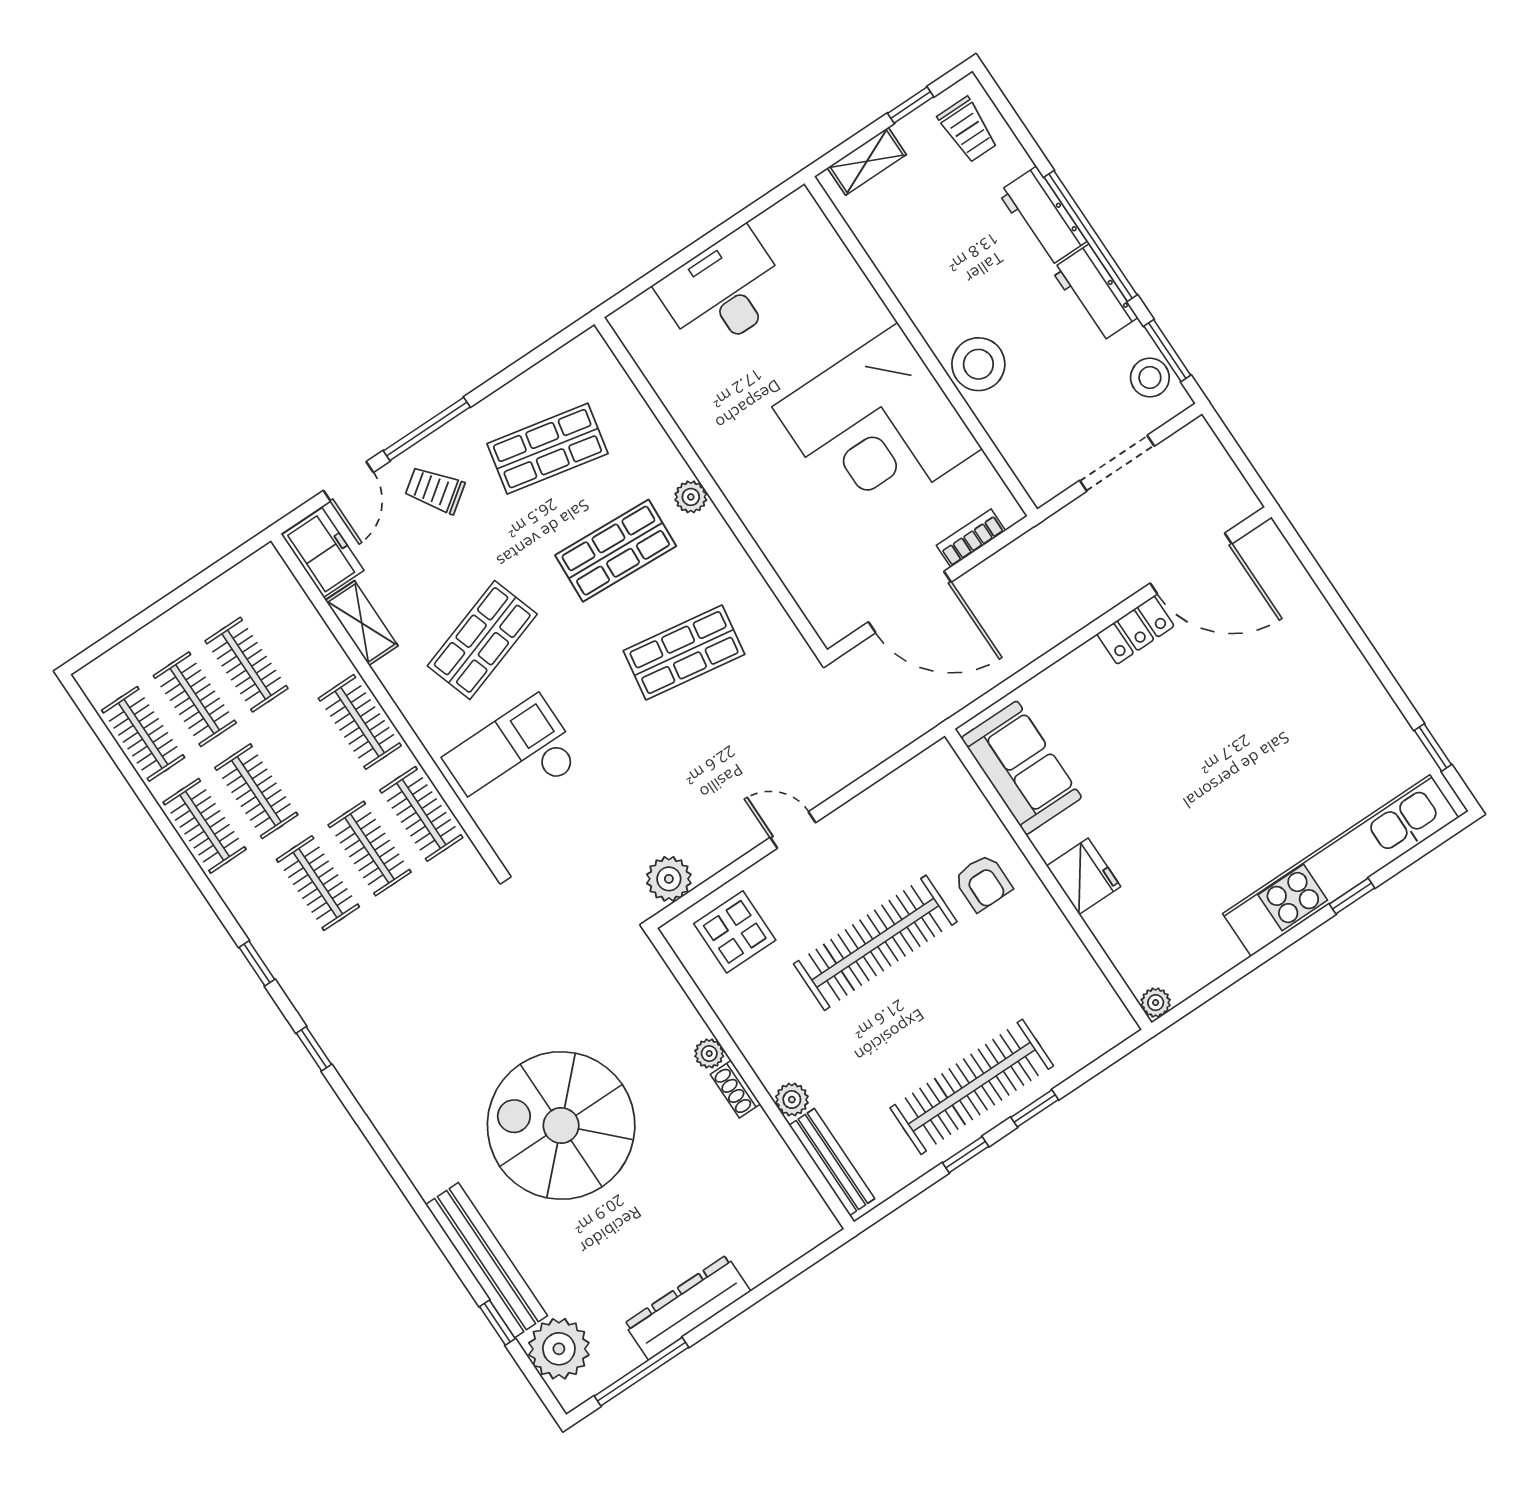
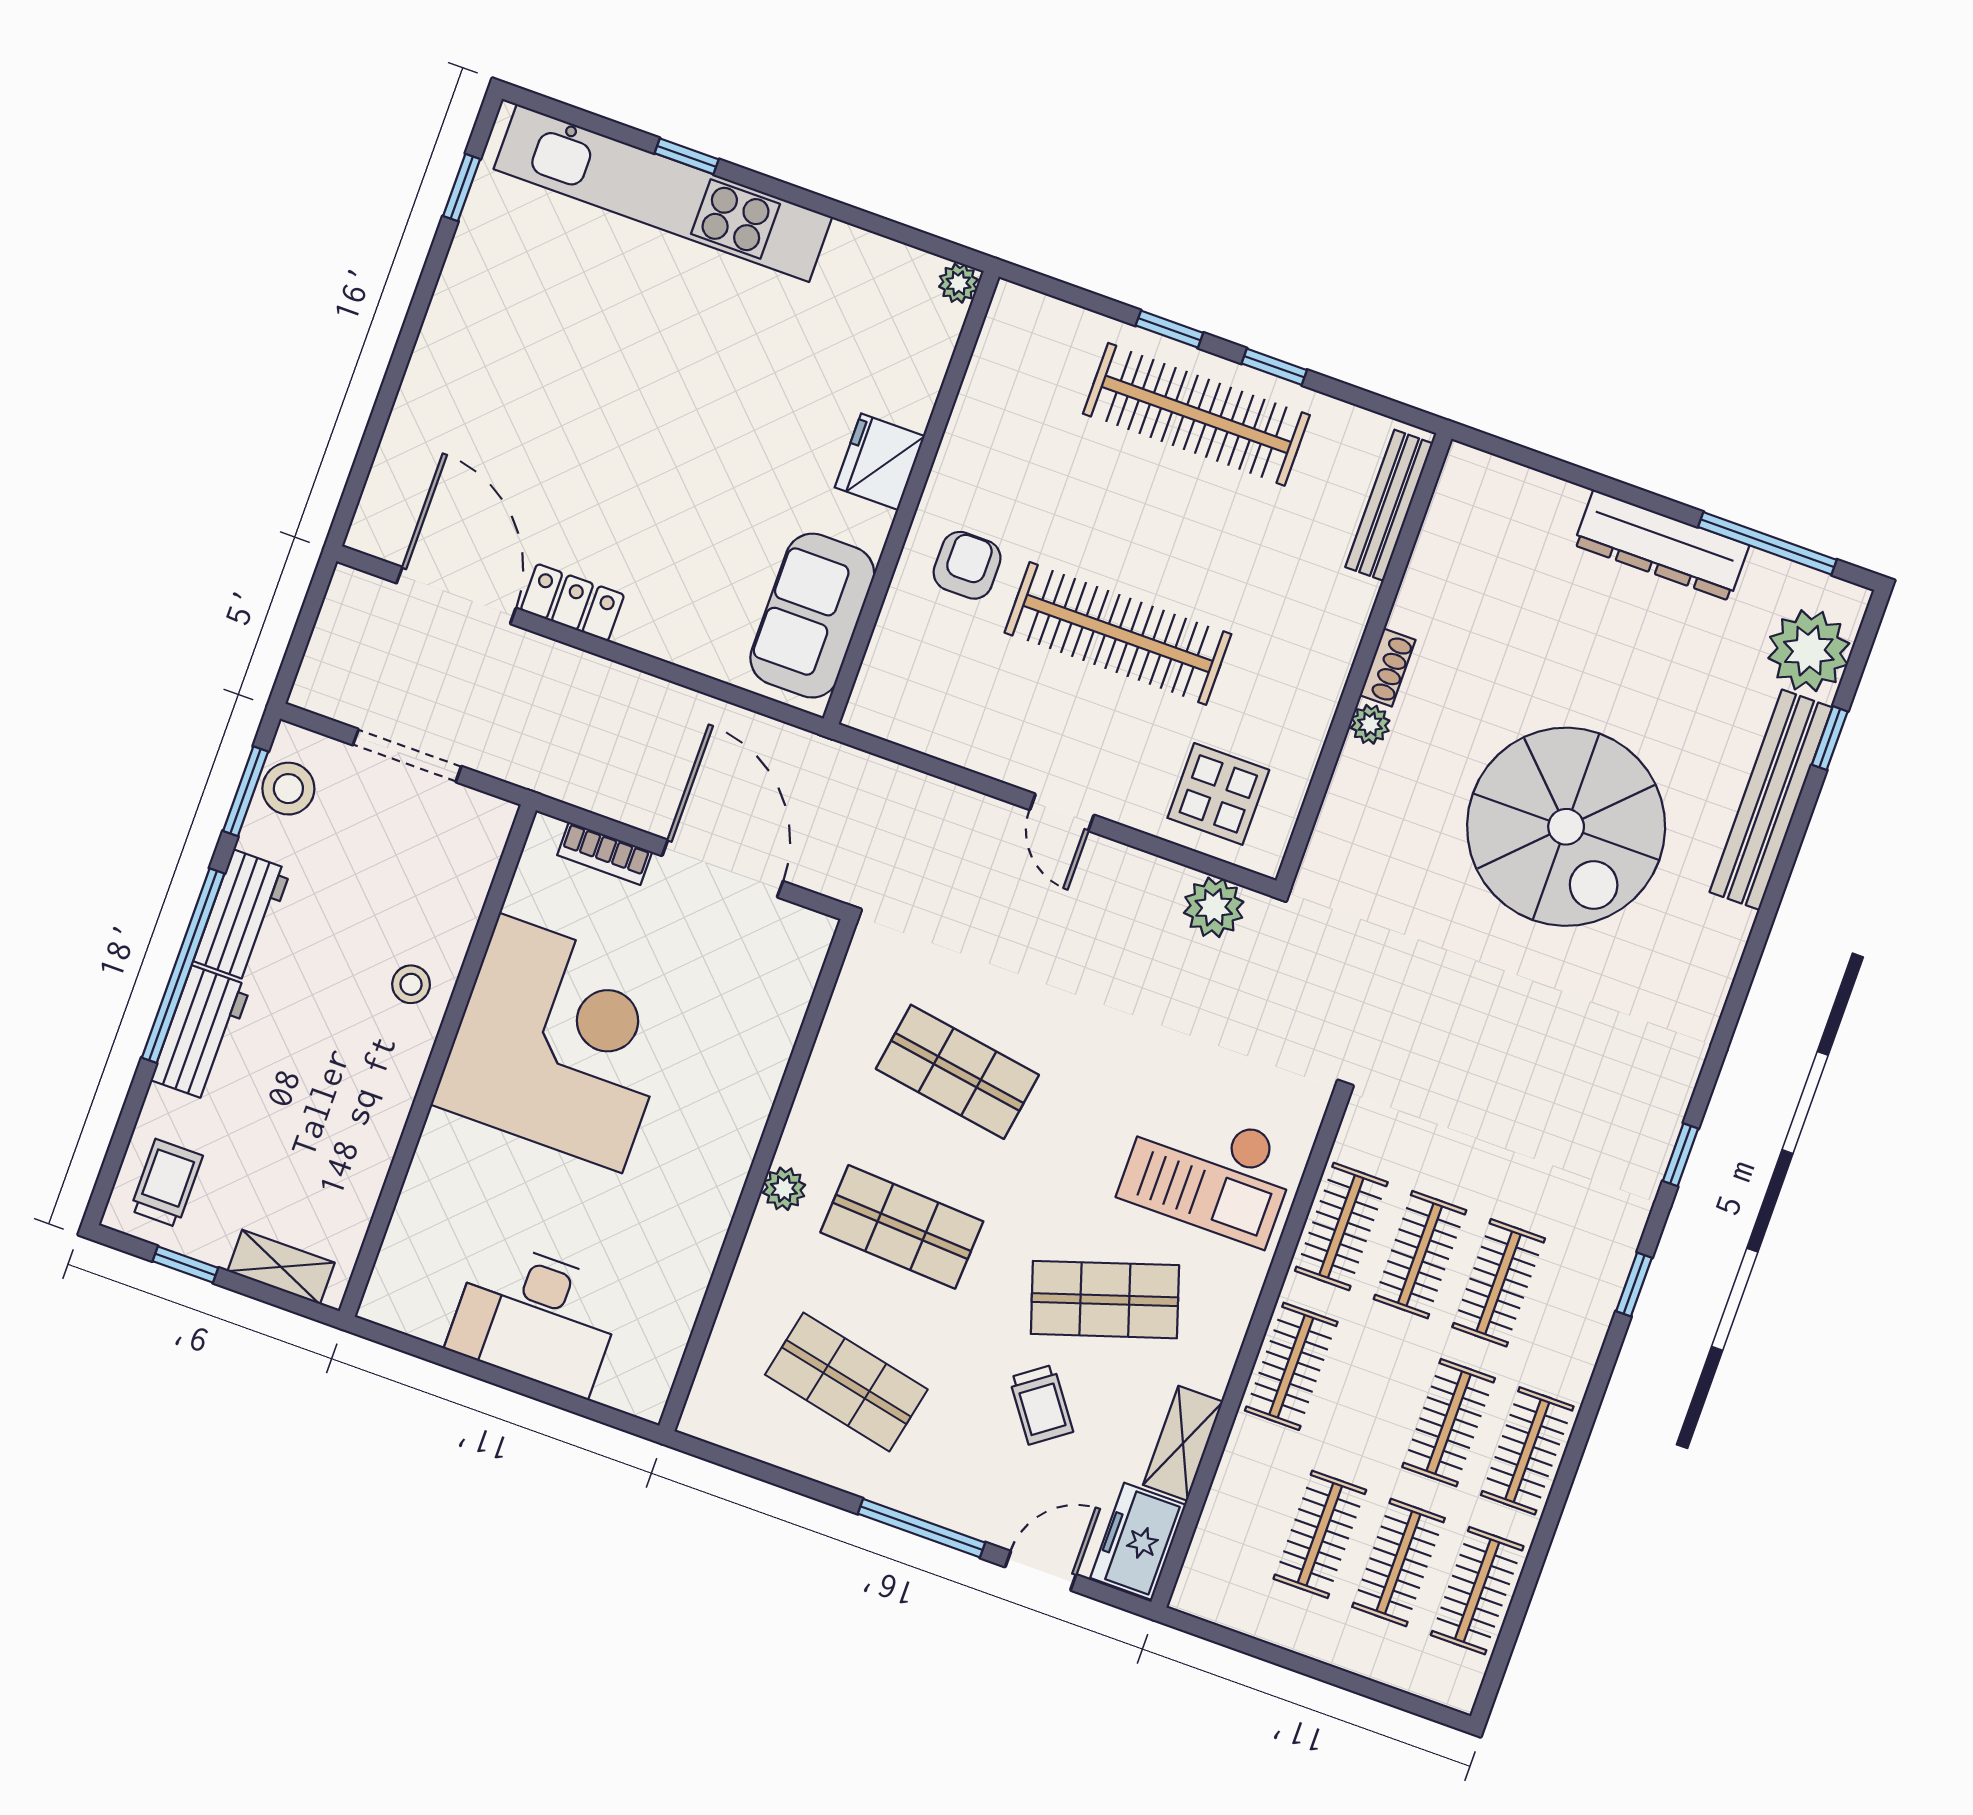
stool: (978, 364) -> (411, 984), width x0.53, depth x0.53
trolley: (435, 490) -> (1041, 1405), moved
plant: (792, 1100) -> (1354, 598), removed

